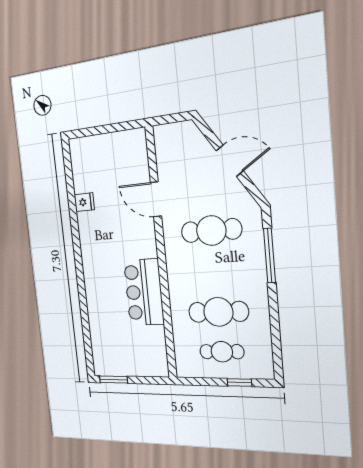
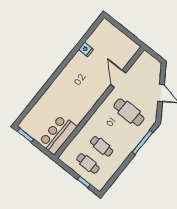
bar counter: (144, 292) -> (58, 134), moved
cafe table: (218, 312) -> (102, 146), width x0.73, depth x0.74

